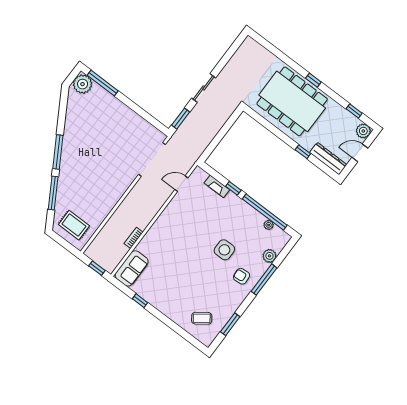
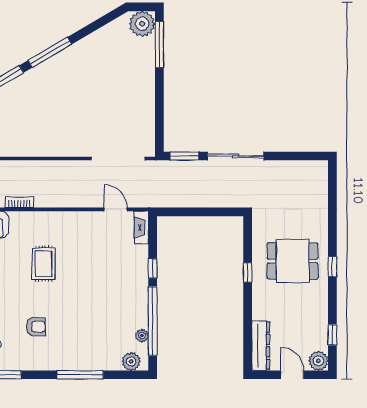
sliding door: (204, 88) -> (236, 156), width x1.37
dining table: (292, 101) -> (293, 261), width x0.53, depth x0.80
window: (303, 152) -> (248, 272), moved
fireplace: (217, 186) -> (141, 227), moved
side table: (224, 250) -> (80, 309), removed
rug: (181, 251) -> (44, 264), added
plant: (269, 256) -> (131, 361), moved
armchair: (241, 276) -> (36, 327), moved, turned 96

